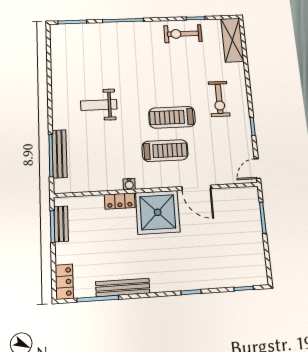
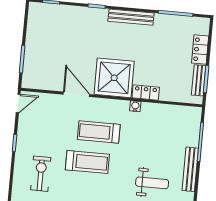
bench: (59, 154) -> (190, 169), moved
locker: (64, 282) -> (200, 50), moved
bench: (123, 287) -> (131, 17), moved

